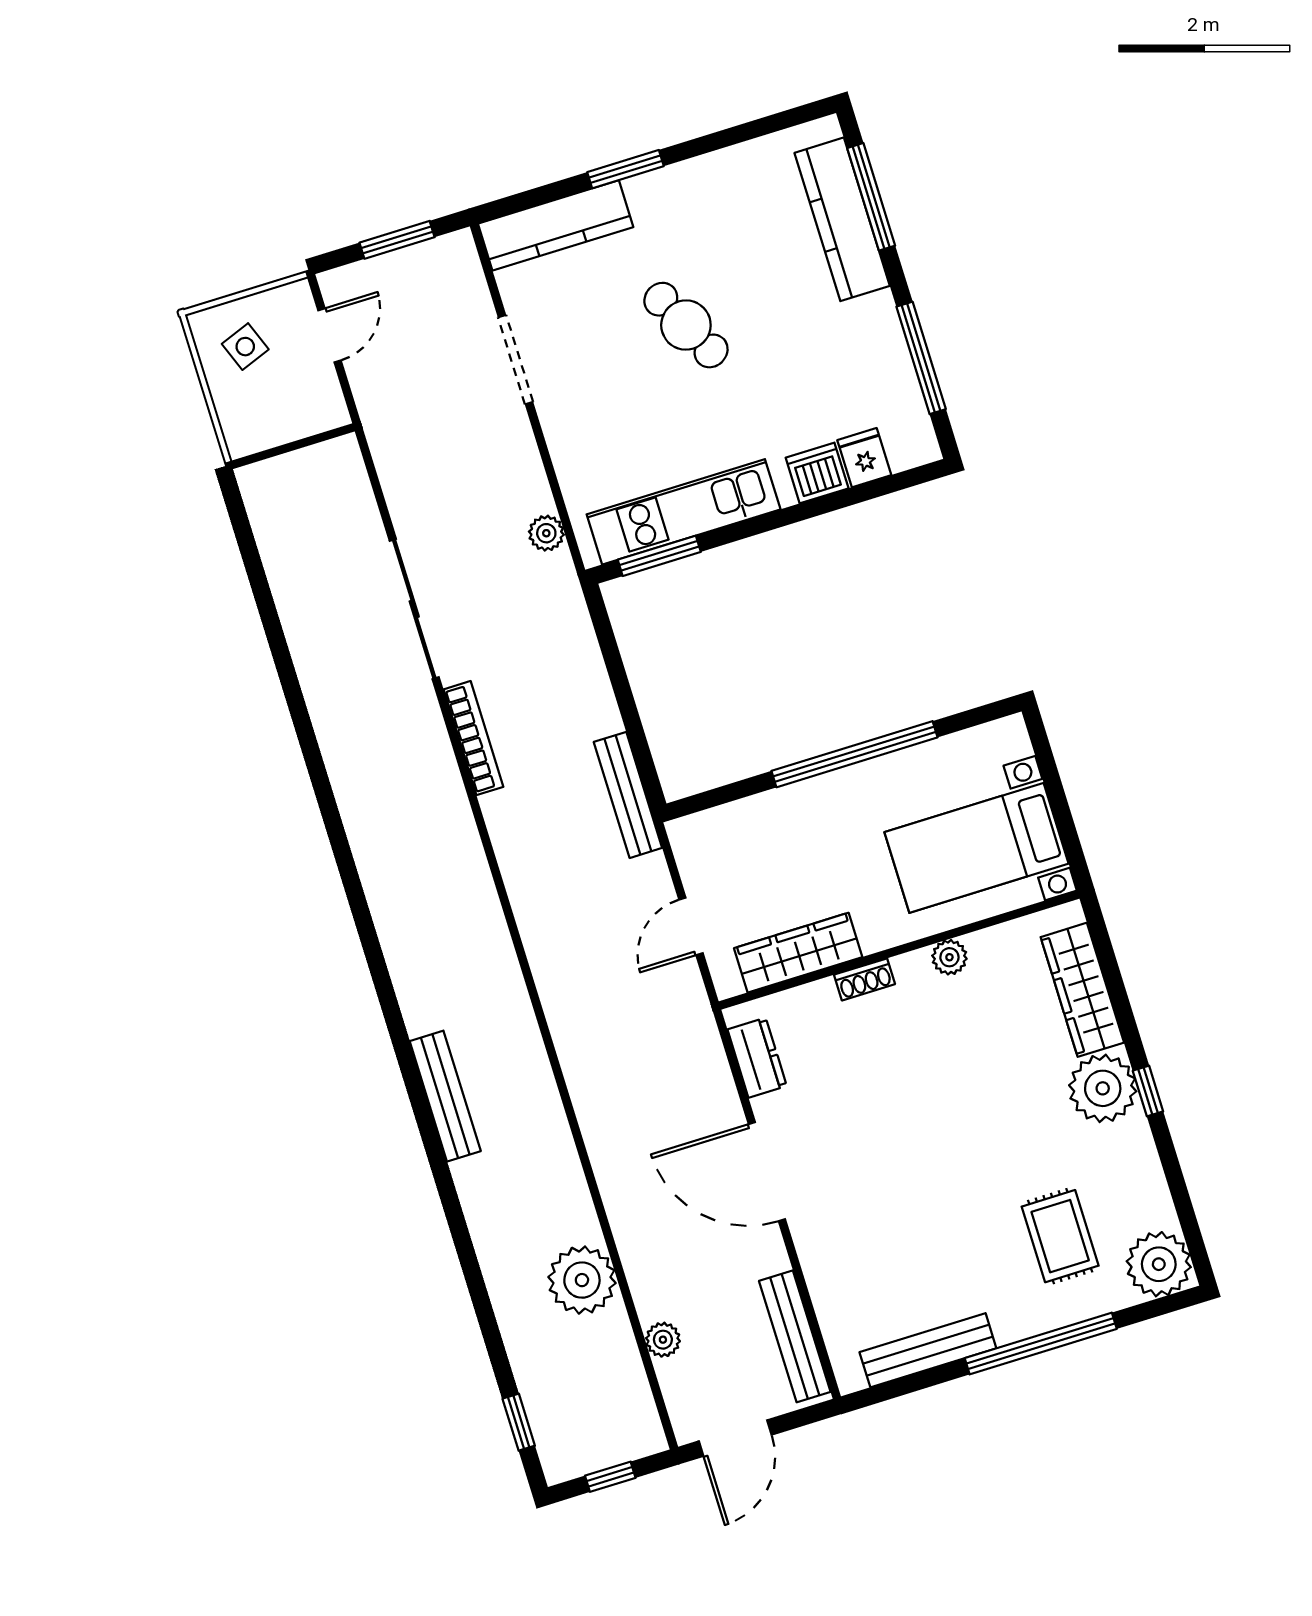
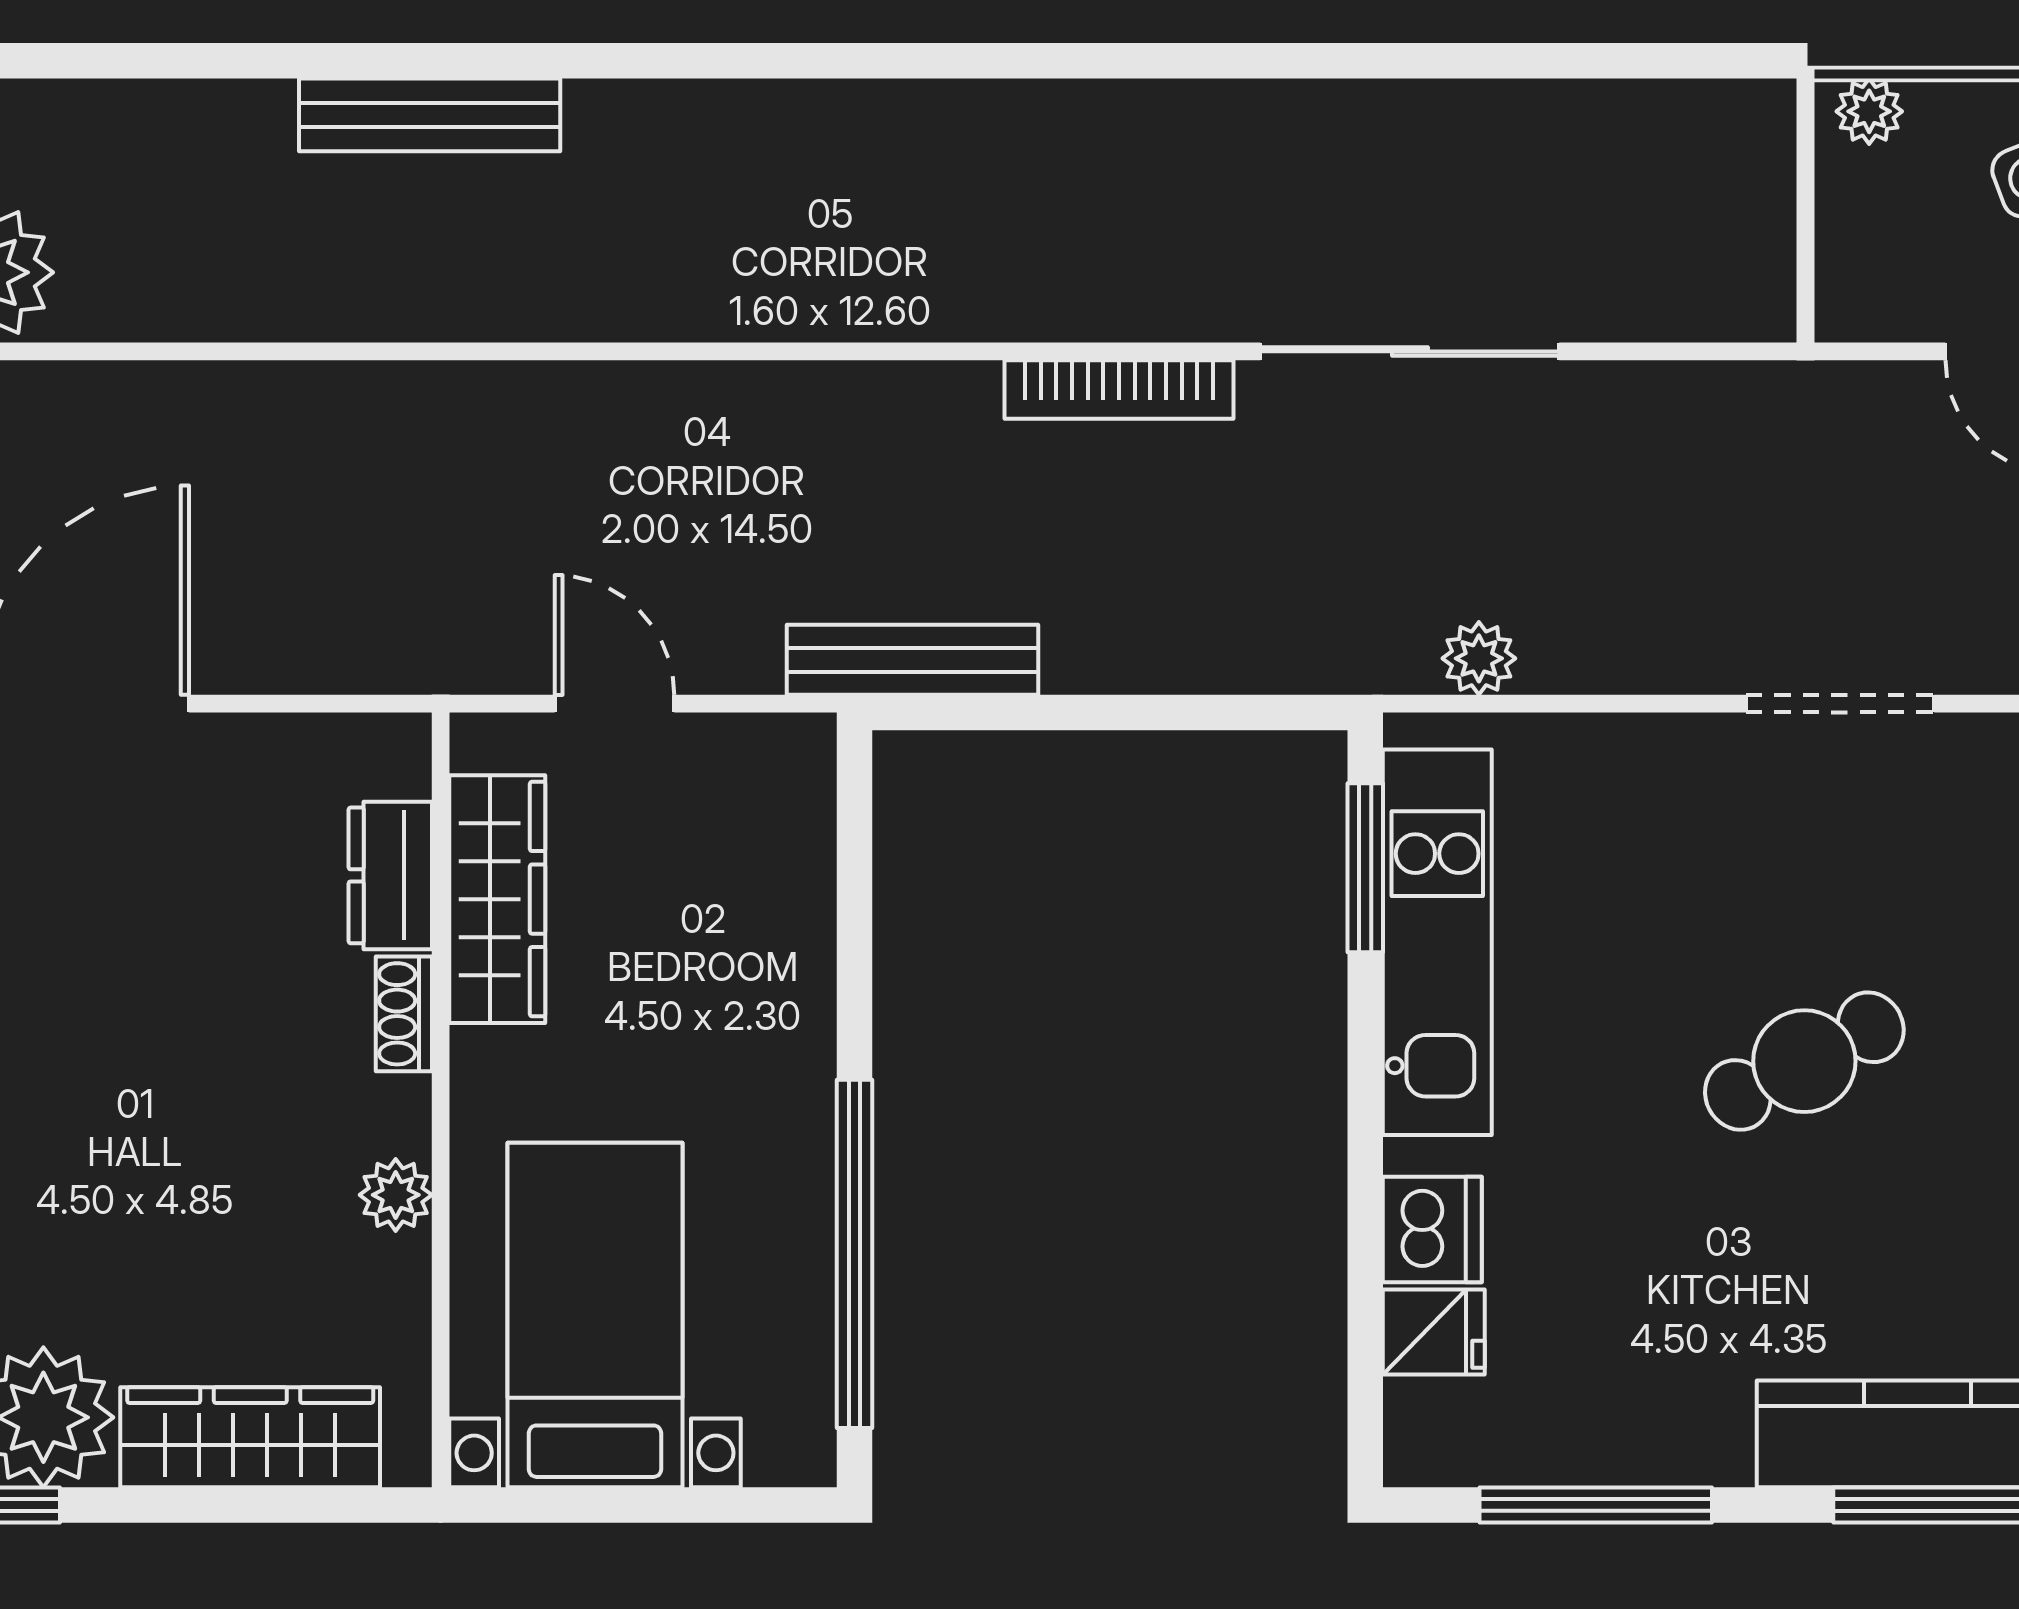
plant: (237, 431) -> (1869, 111), added
window: (854, 754) -> (854, 1254), moved
dresser: (757, 1058) -> (390, 875), moved, turned 90

